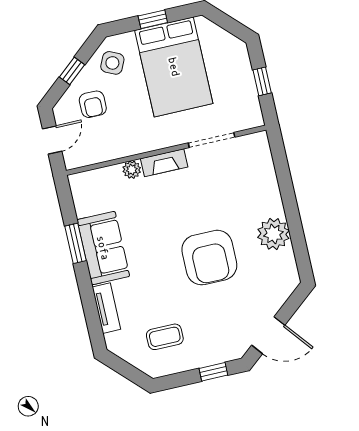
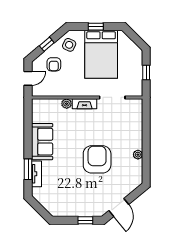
plant: (273, 234) -> (138, 155), width x0.53, depth x0.53
window: (76, 243) -> (28, 169), moved
armchair: (209, 258) -> (97, 159), turned 180
door: (268, 335) -> (119, 208), hinge flipped
coffee table: (165, 337) -> (64, 196), removed

